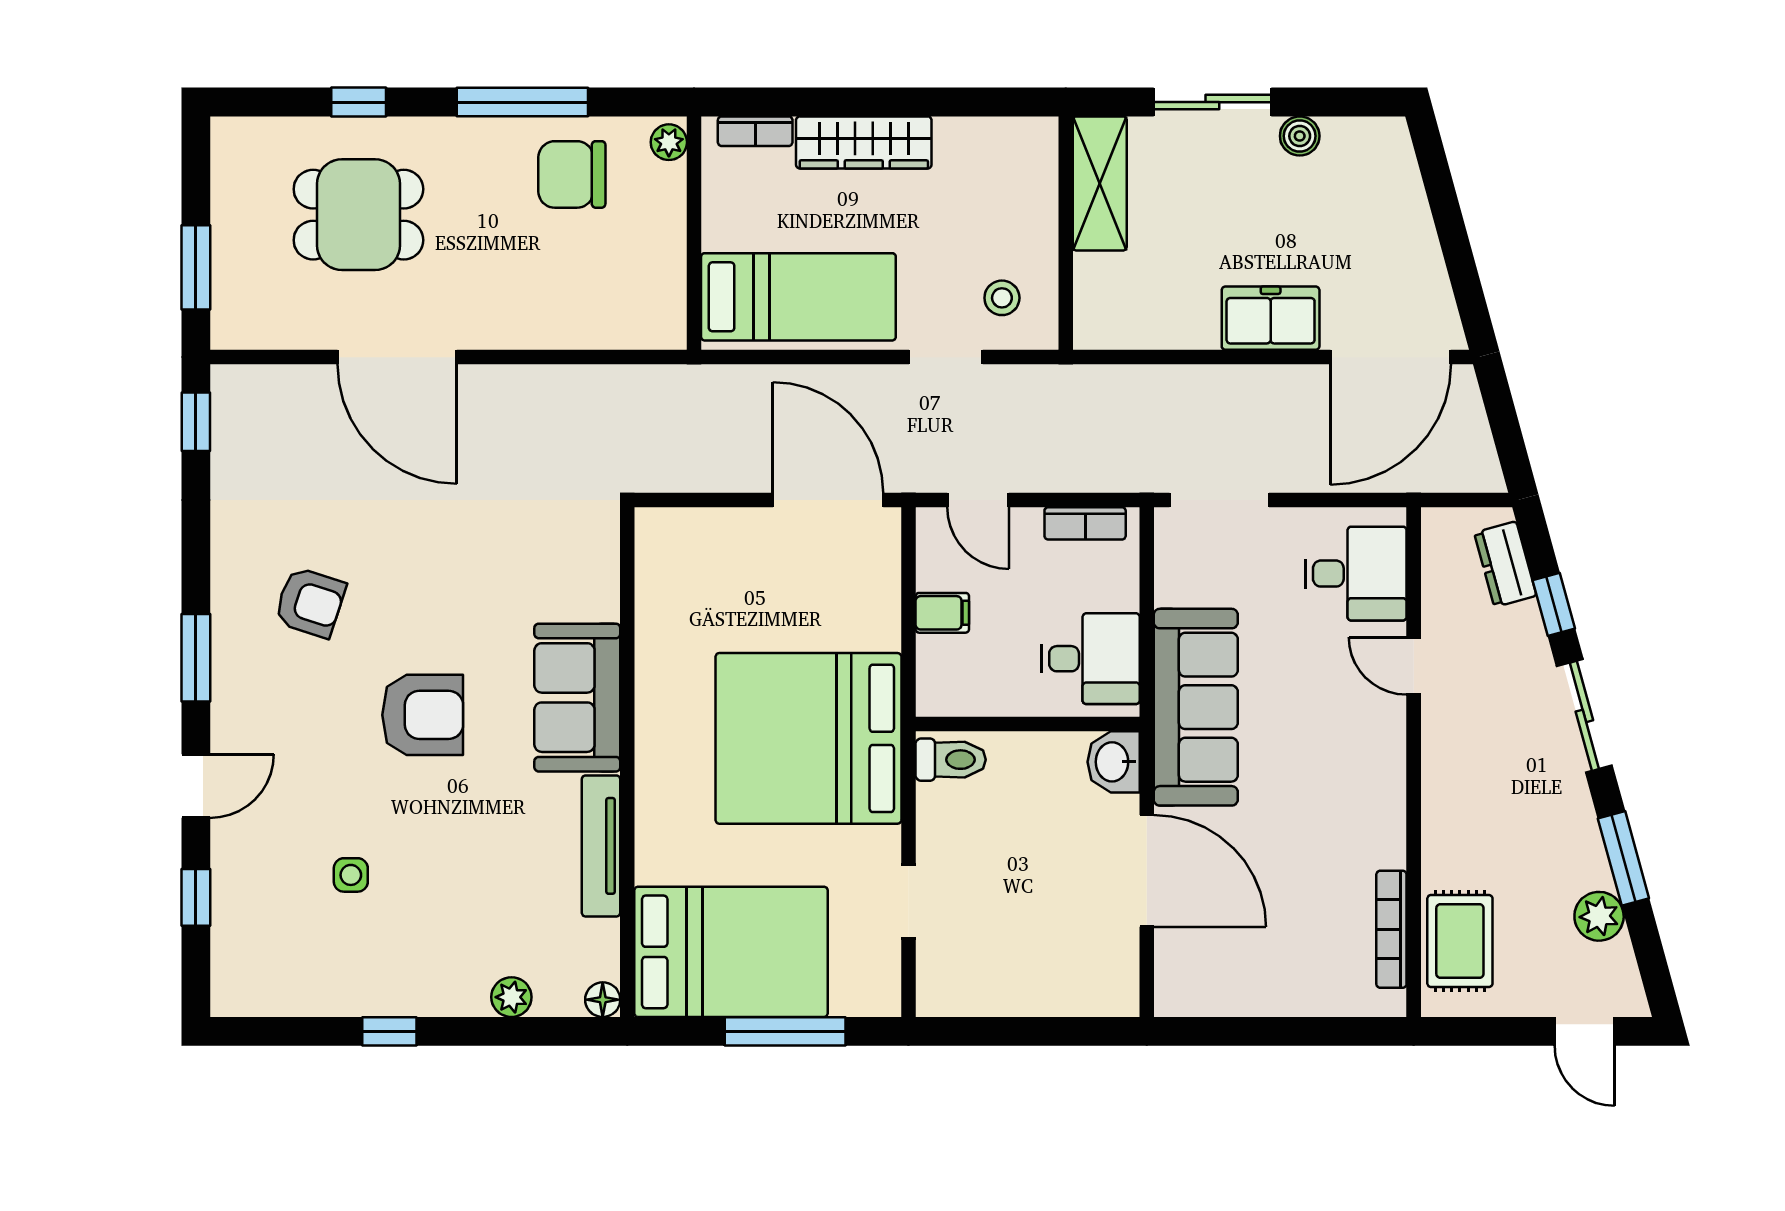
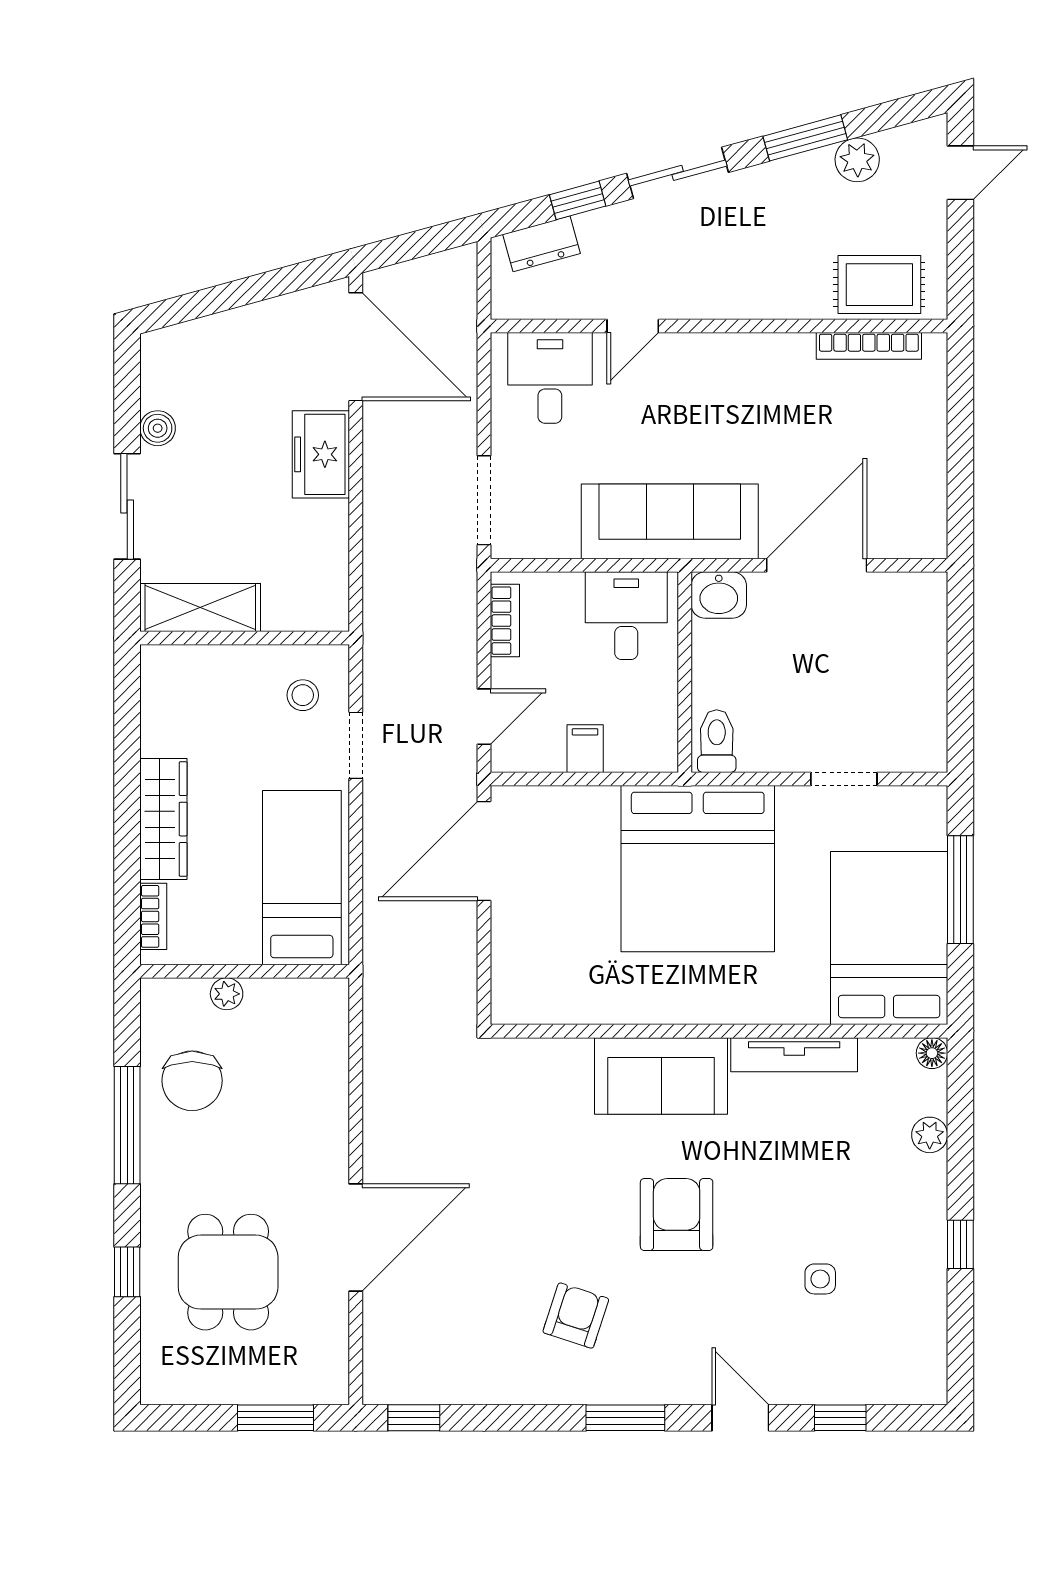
plant: (669, 142) -> (227, 994), moved

